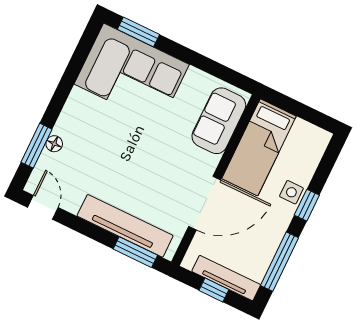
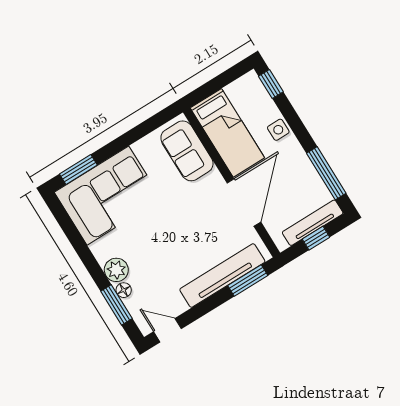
plant: (68, 125) -> (116, 270), added
window: (307, 205) -> (271, 84), moved

